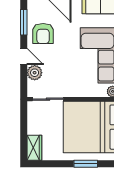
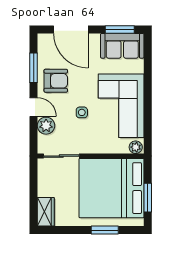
armchair: (43, 34) -> (56, 81), turned -90
side table: (66, 61) -> (82, 112), added

